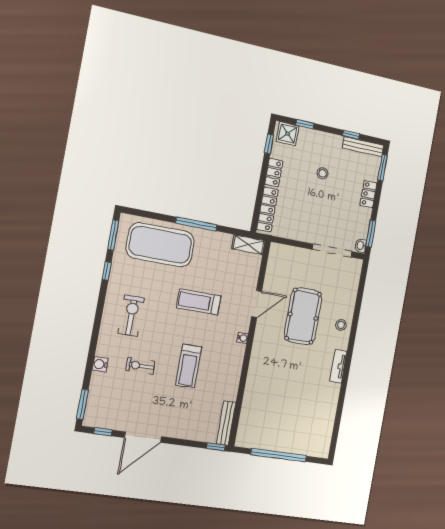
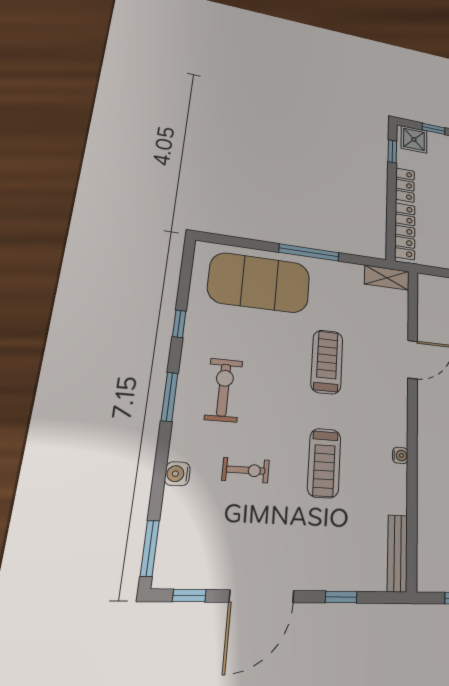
window: (113, 235) -> (170, 397), moved
treadmill: (199, 302) -> (327, 362), turned 90
water cooler: (243, 338) -> (400, 455), moved
exercise bike: (140, 366) -> (246, 470), turned 180
window: (216, 447) -> (341, 597), moved

